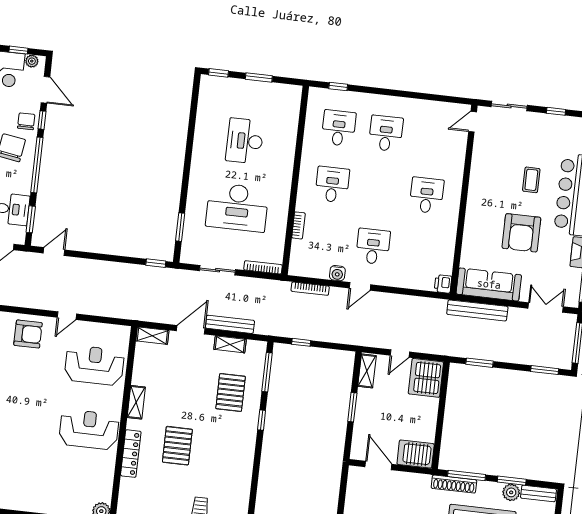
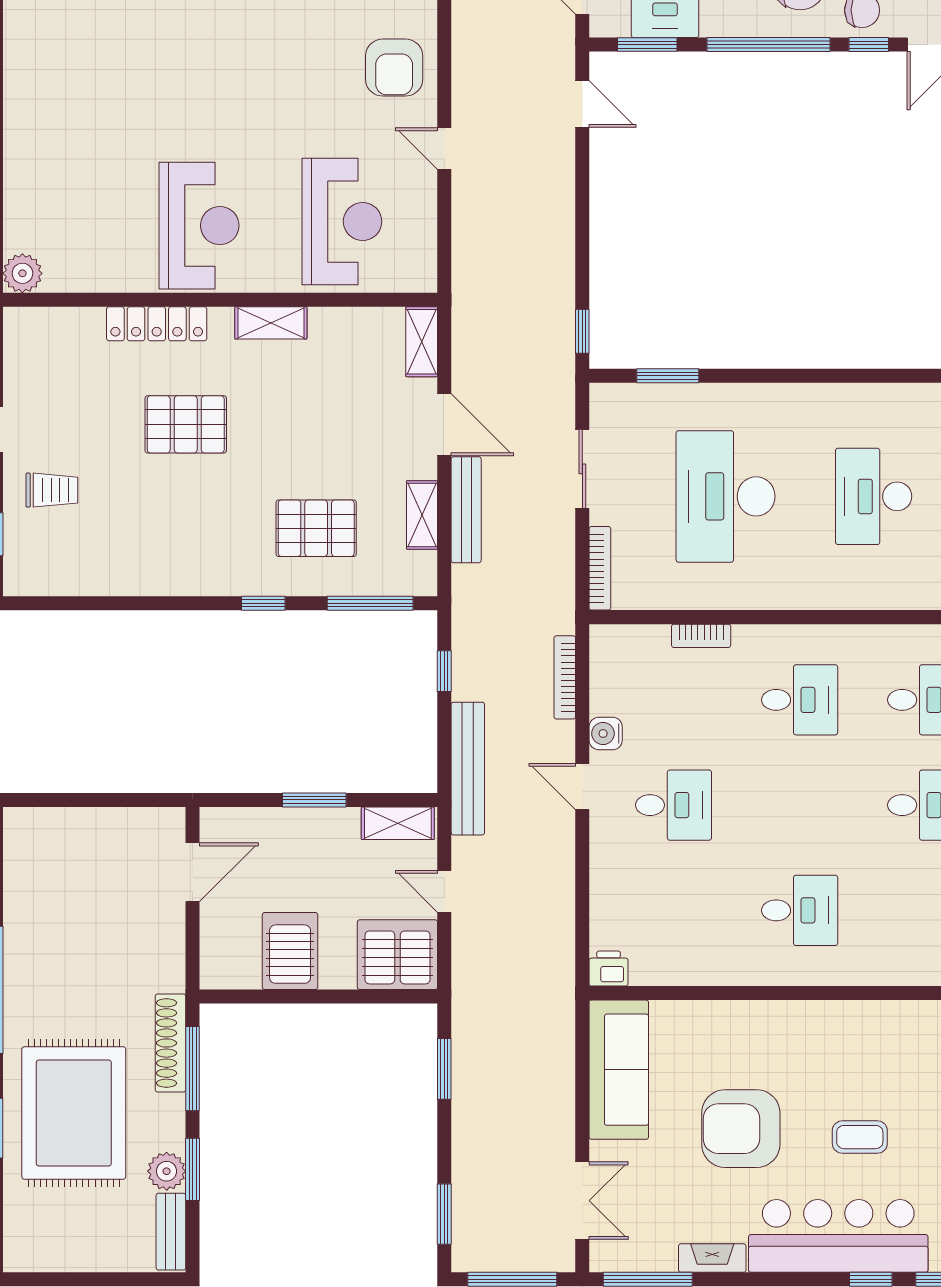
desk: (245, 141) -> (874, 496), turned -90
bench: (477, 310) -> (468, 769), moved
server rack: (416, 454) -> (290, 951), moved

